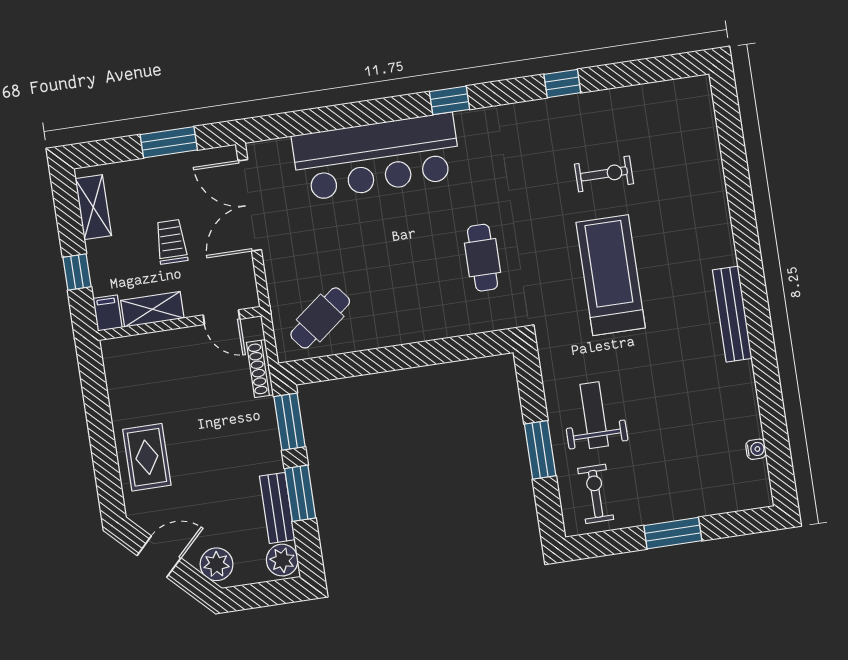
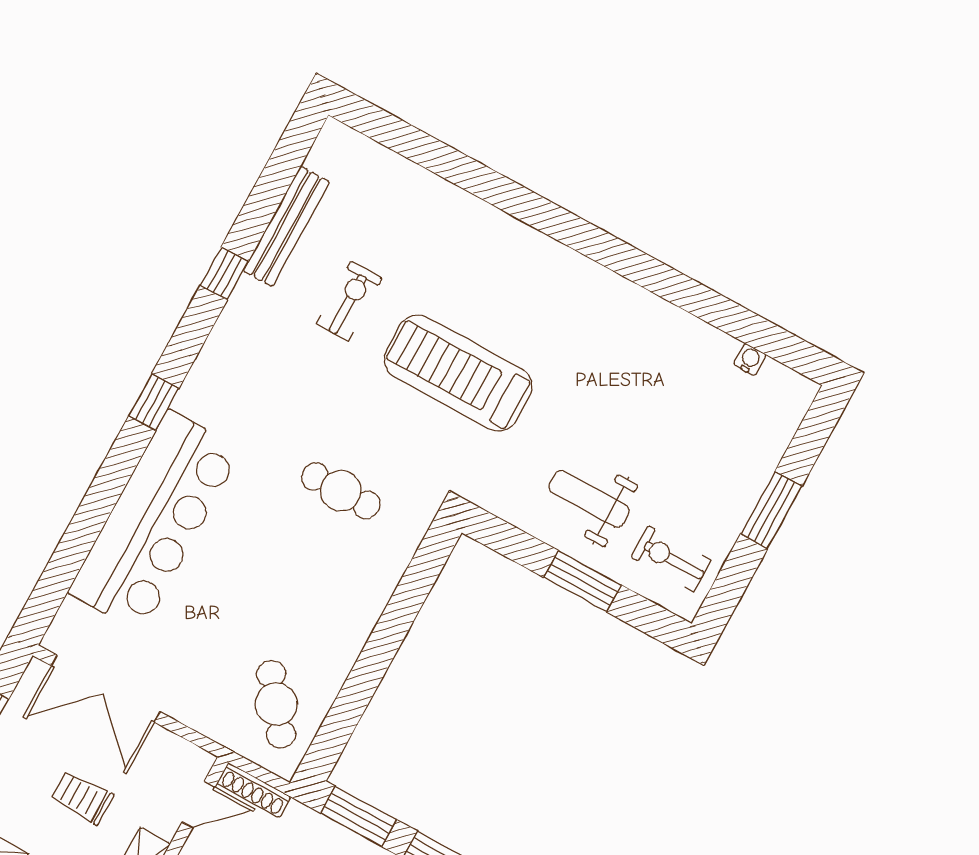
bench: (732, 314) -> (286, 226), moved, turned 90
shoe rack: (260, 369) -> (254, 790), moved

